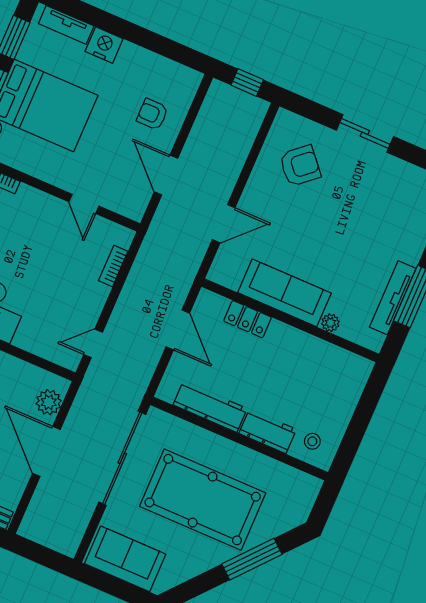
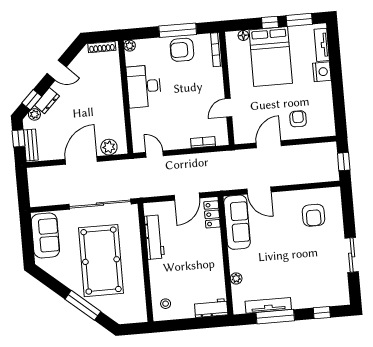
sliding door: (365, 133) -> (352, 255), moved
armchair: (300, 166) -> (313, 215), turned 41
sofa: (284, 293) -> (237, 222), moved
locker: (248, 319) -> (212, 214), moved
workbench: (268, 431) -> (211, 308), moved, turned -90

